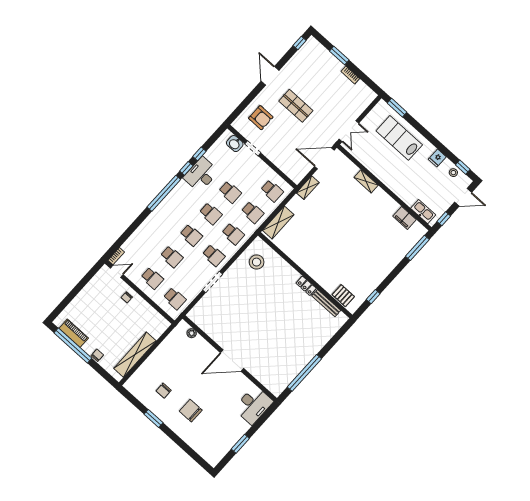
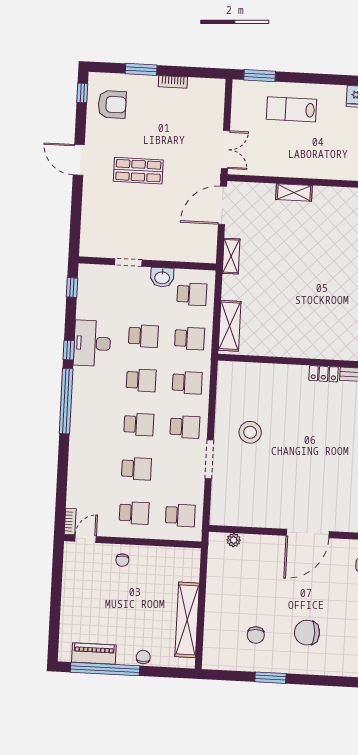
armchair: (261, 118) -> (112, 104), moved
lab bench: (399, 138) -> (291, 109), width x0.73, depth x0.72
washbasin: (235, 144) -> (162, 277), moved
window: (199, 154) -> (72, 287), moved
stool: (257, 262) -> (250, 432), moved

